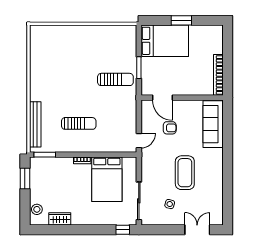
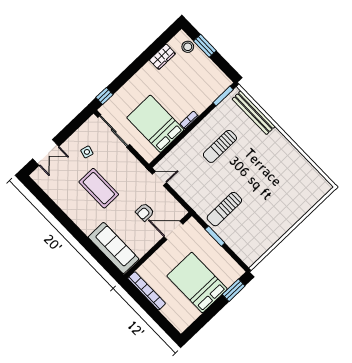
window: (181, 20) -> (234, 290), moved
bed: (165, 41) -> (197, 283), moved, turned 90
door: (139, 141) -> (159, 178), swing flipped
window: (25, 179) -> (205, 46), moved

